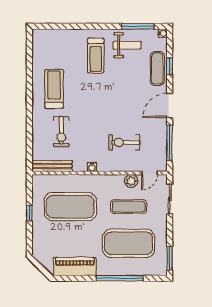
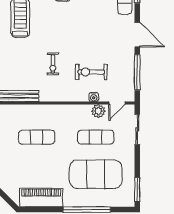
door: (170, 105) -> (137, 35), swing flipped
exercise bike: (61, 132) -> (53, 64), moved, width x0.73, depth x0.72
water cooler: (92, 167) -> (94, 97), moved
exercise mat: (70, 207) -> (37, 137), width x0.50, depth x0.69

